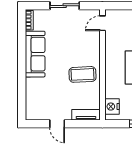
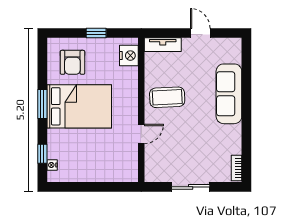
door: (102, 23) -> (141, 134), moved
sofa: (35, 54) -> (229, 94), moved

